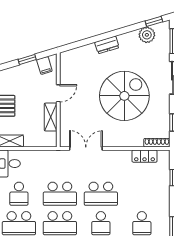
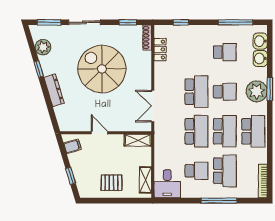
window: (154, 21) -> (39, 69), moved
dresser: (107, 45) -> (54, 90), width x1.44
window: (27, 59) -> (71, 176), moved
shelving: (51, 117) -> (138, 140), moved

